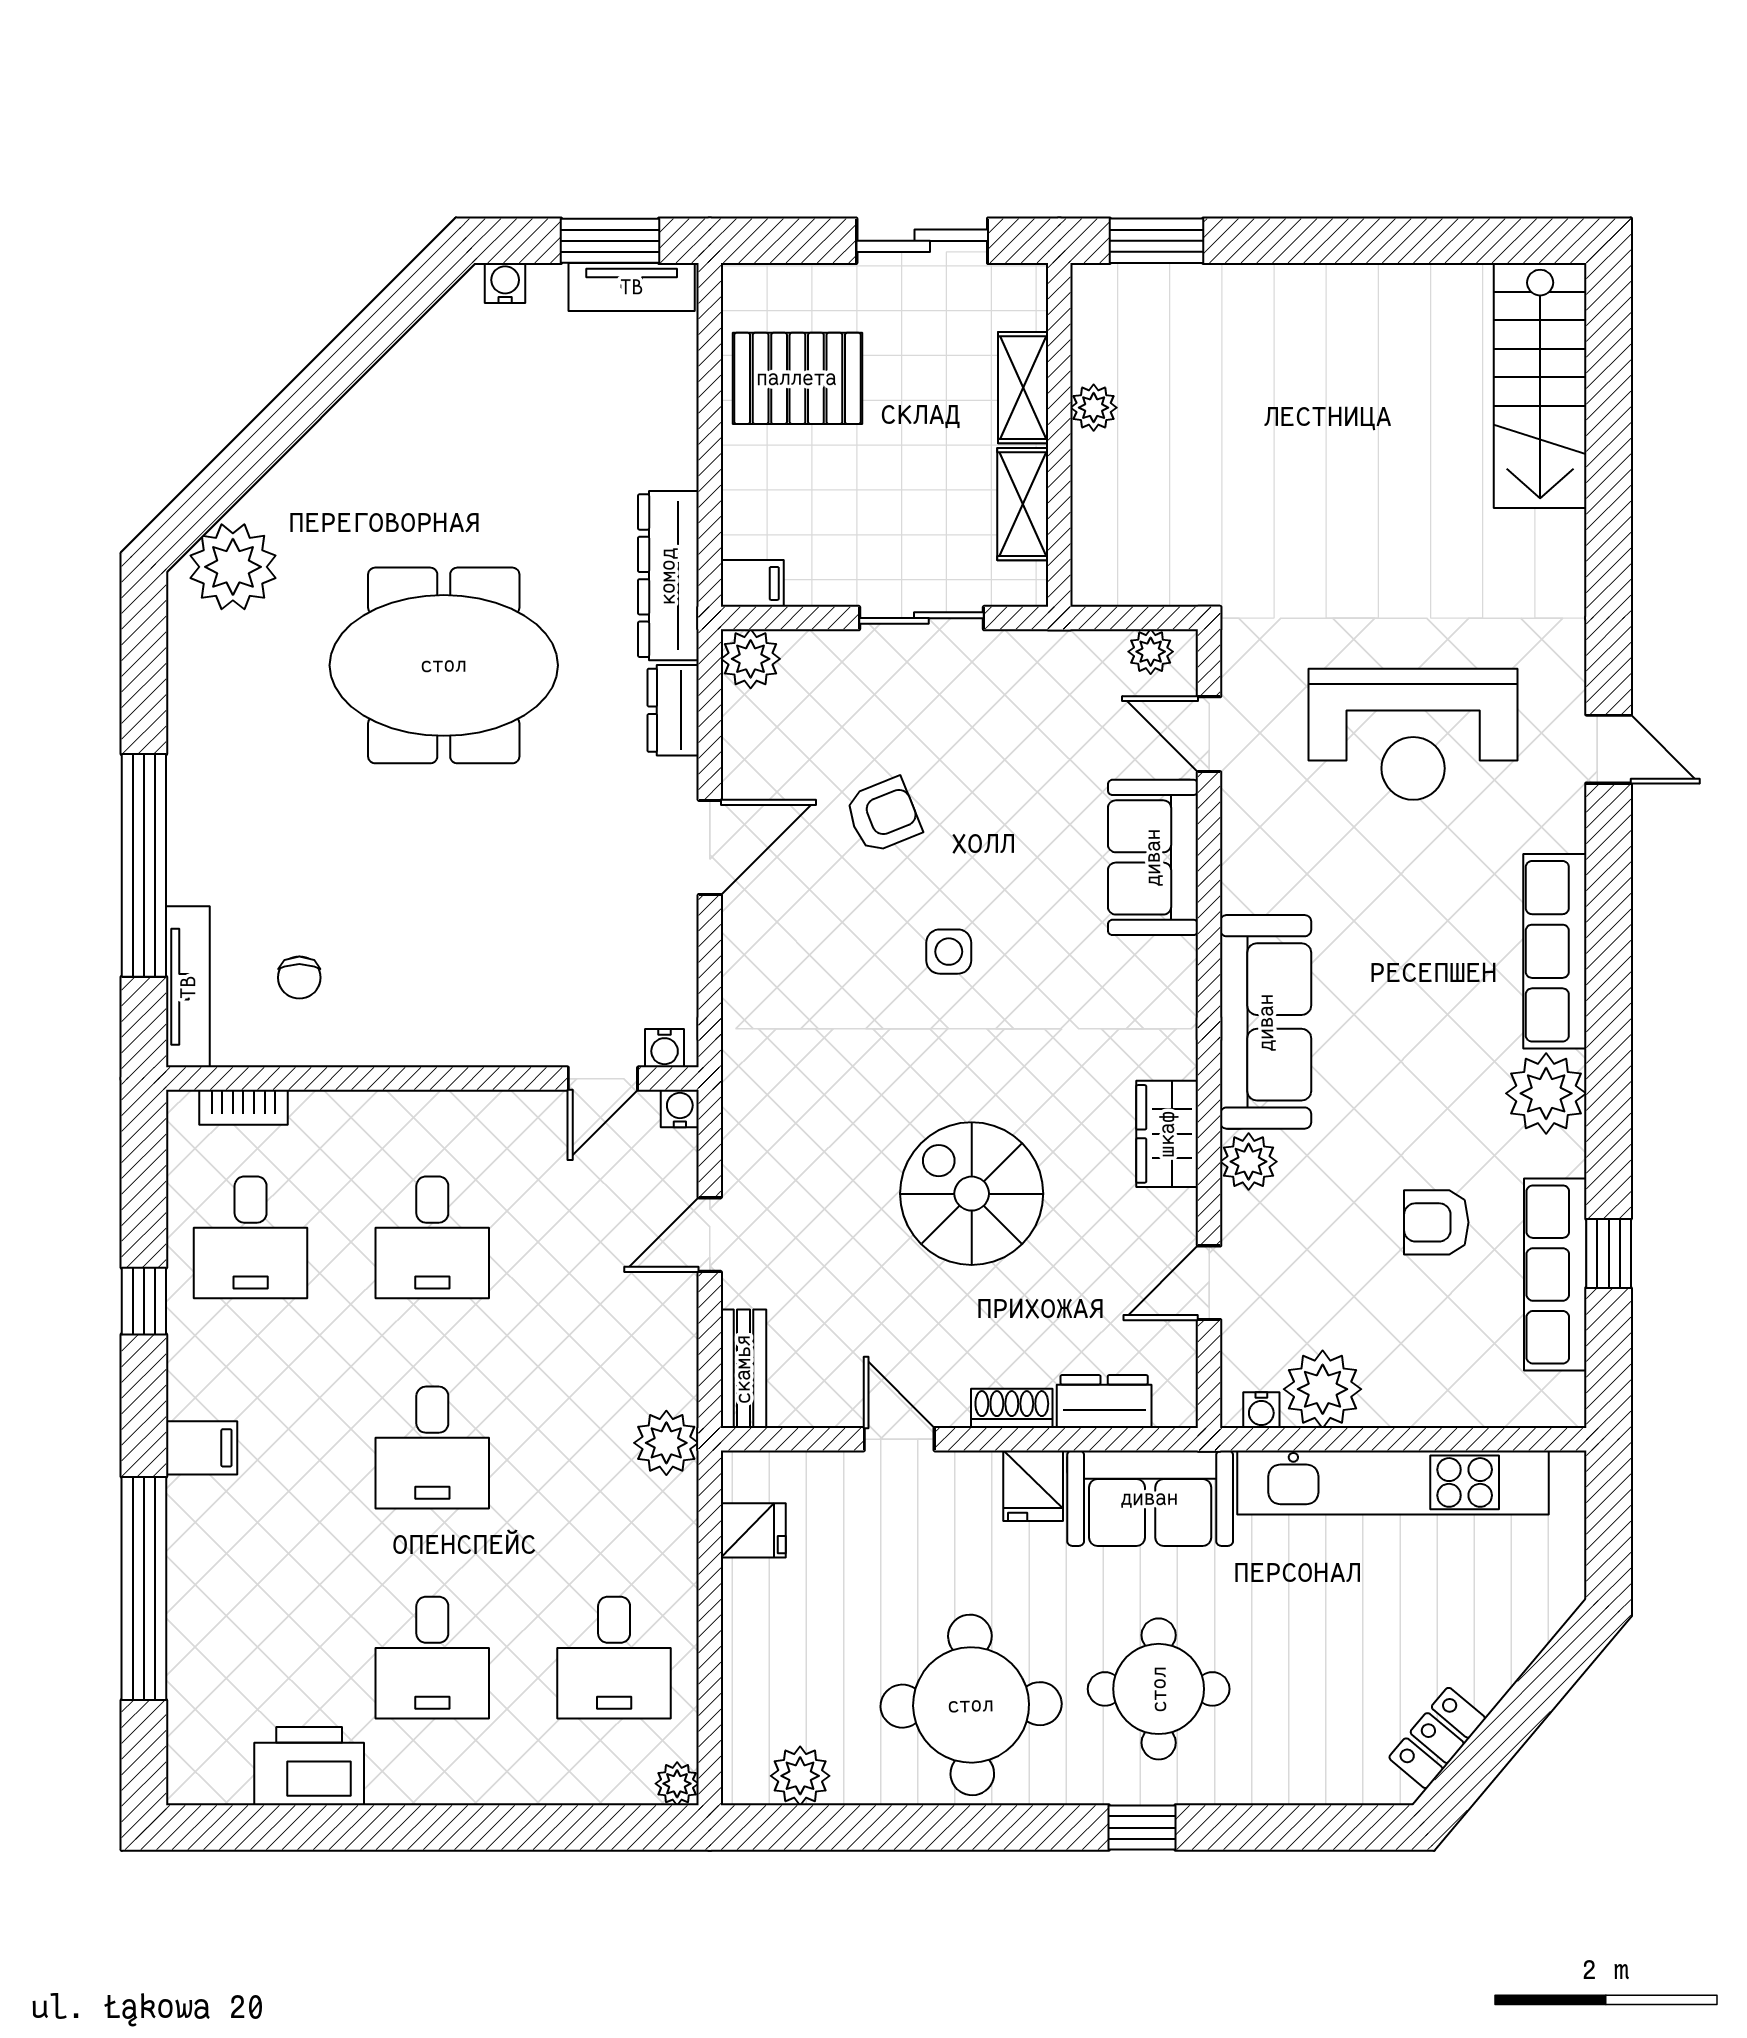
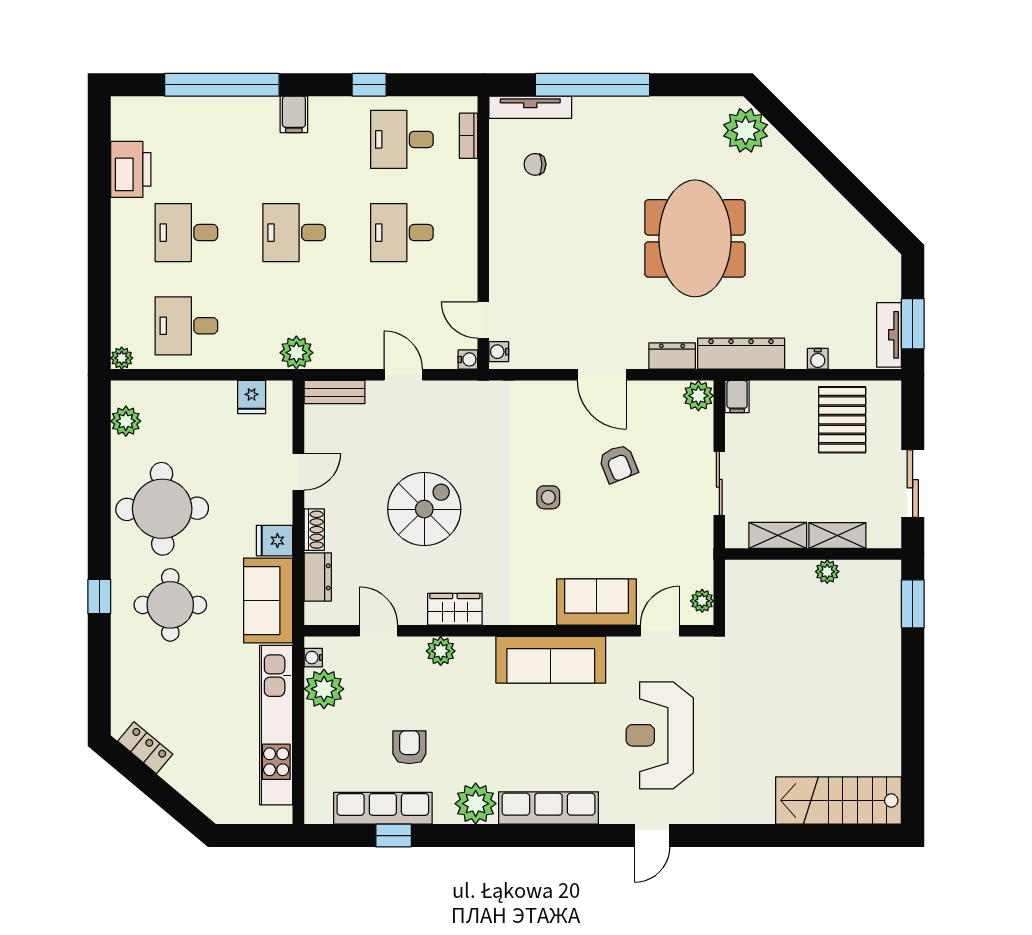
water cooler: (505, 283) -> (818, 359), moved, turned 90
sofa: (1266, 1022) -> (551, 660), moved

